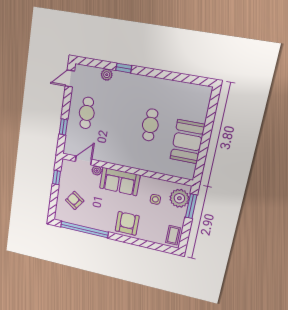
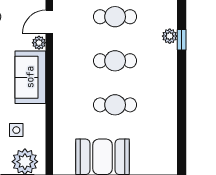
window: (124, 68) -> (182, 40), moved
cafe table: (118, 119) -> (115, 61), added
door: (83, 160) -> (49, 22), swing flipped

